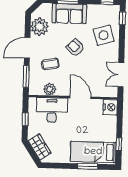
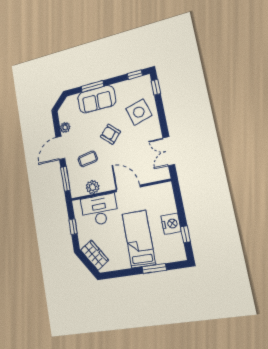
plant: (40, 27) -> (65, 127), width x0.53, depth x0.53
nightstand: (110, 107) -> (171, 224), moved
bed: (93, 152) -> (139, 239), moved, turned 90

